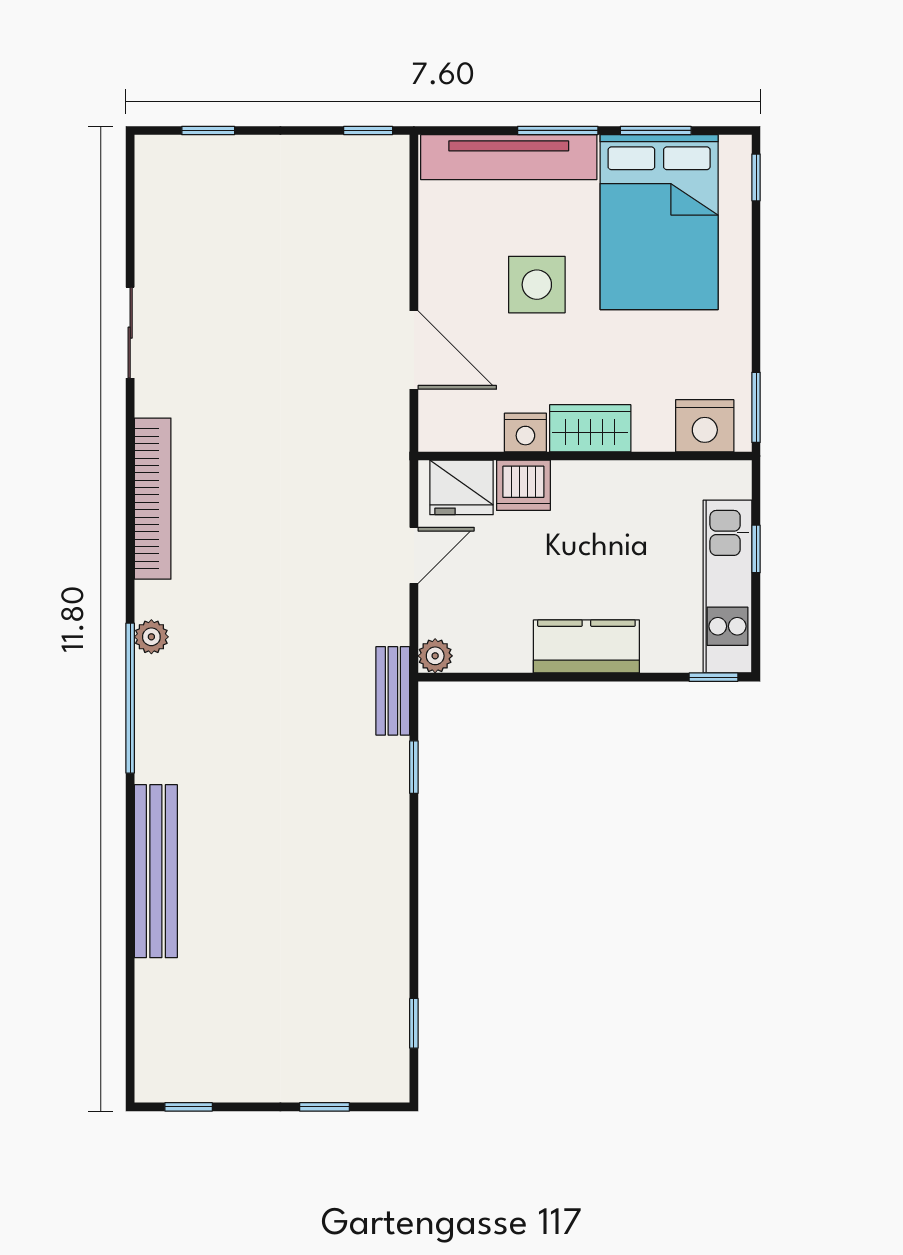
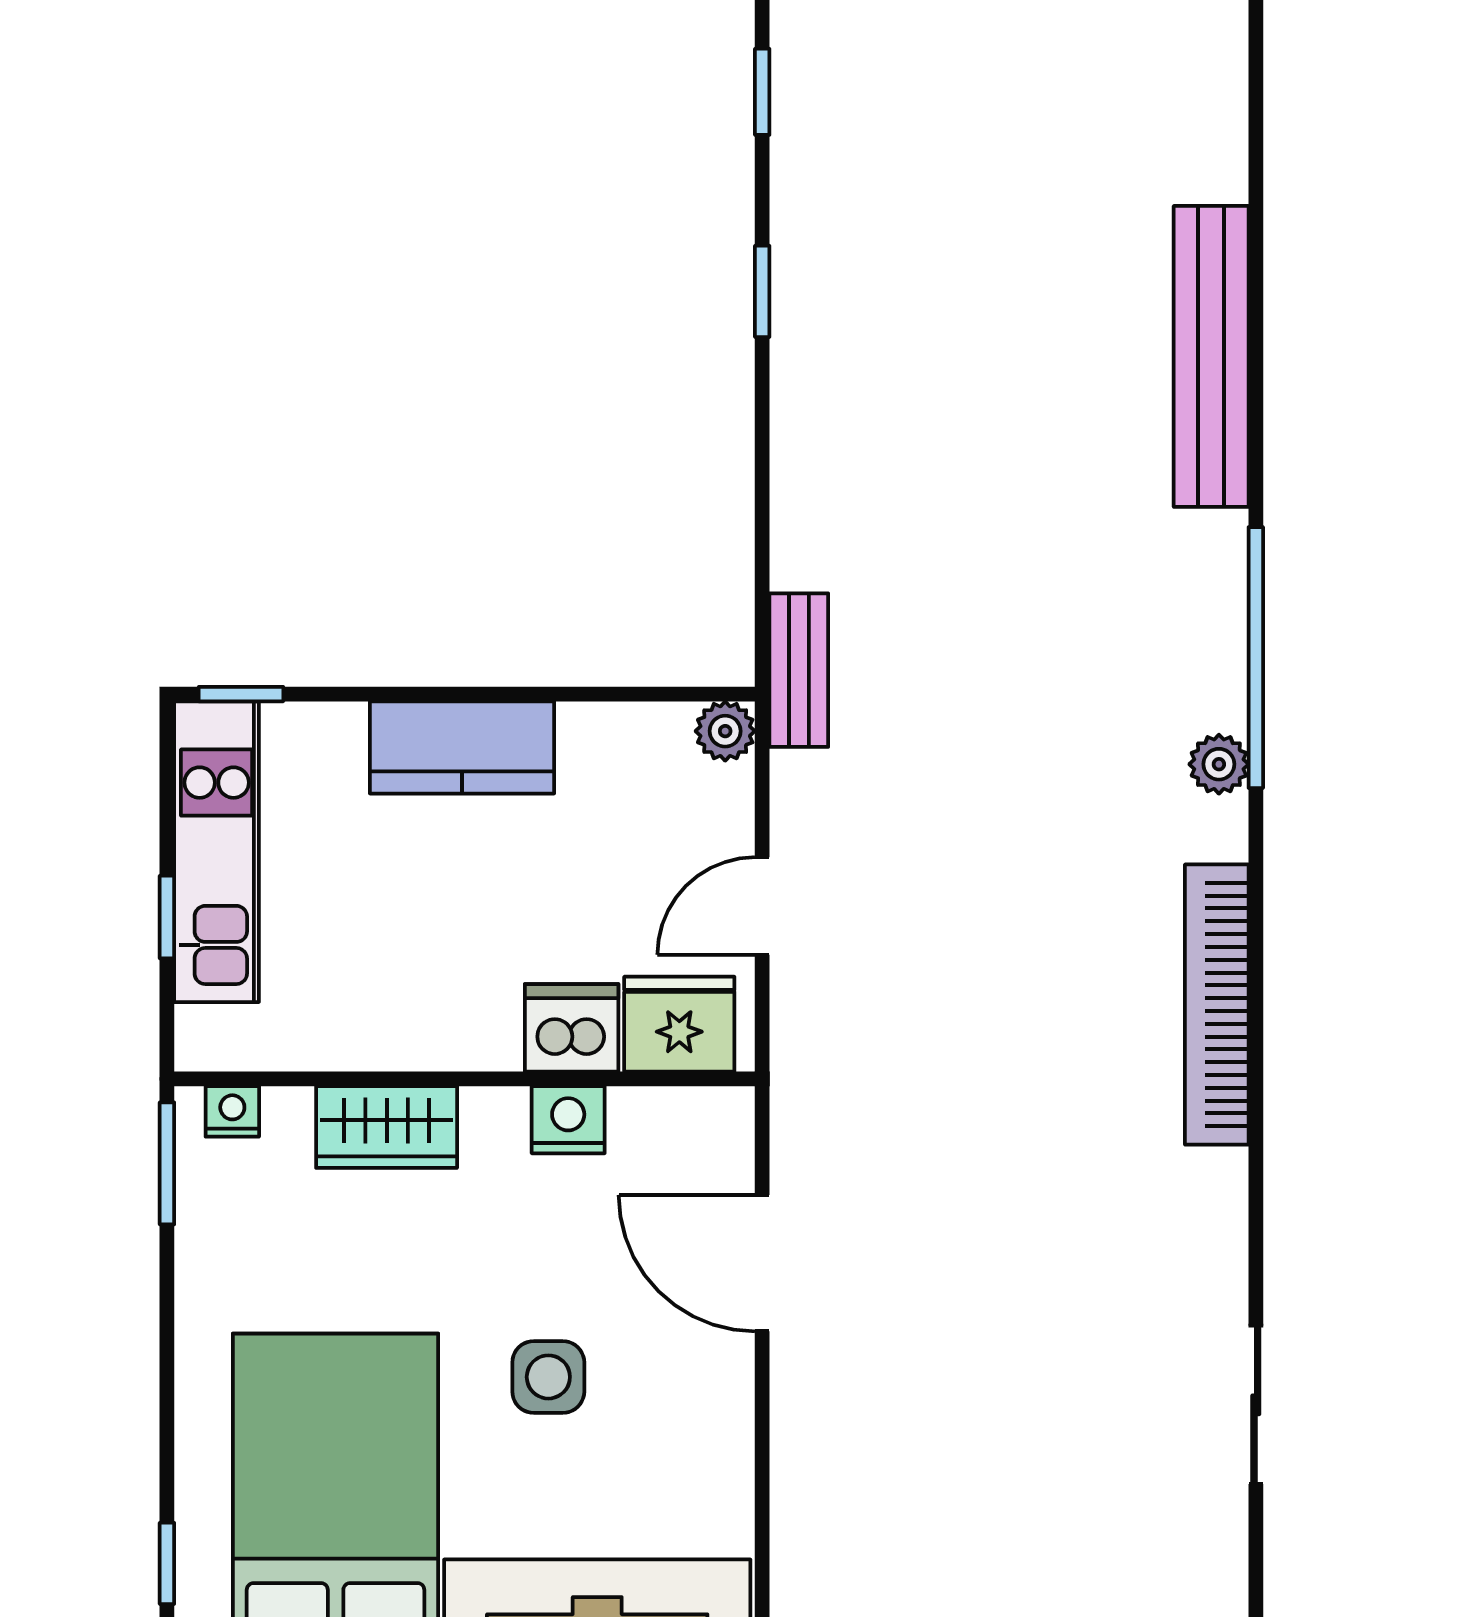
side table: (537, 285) -> (548, 1377), width x0.73, depth x0.73
sliding door: (130, 333) -> (1256, 1405), moved
nightstand: (705, 426) -> (232, 1111), width x0.53, depth x0.56
wardrobe: (590, 428) -> (387, 1127), moved
window: (414, 767) -> (762, 291), moved

